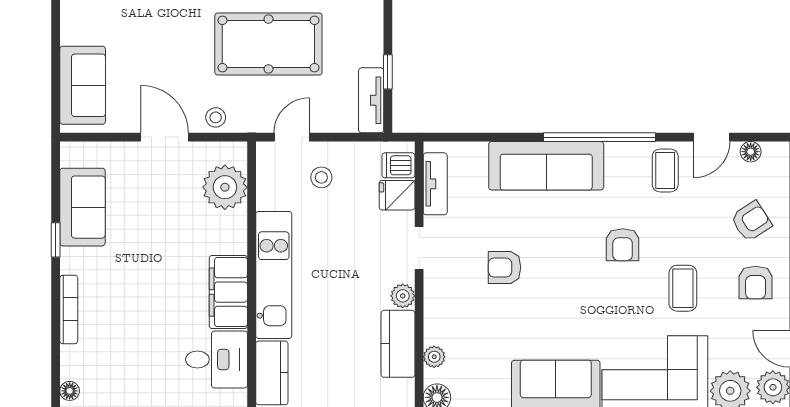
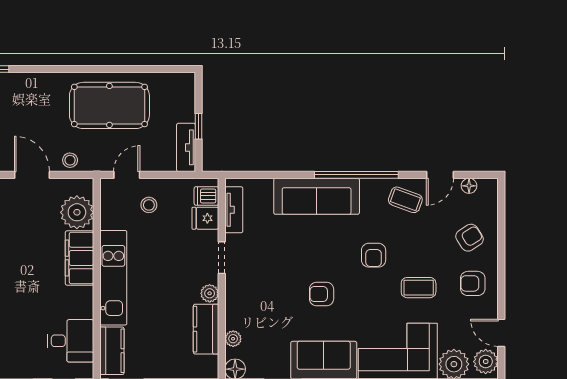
coffee table: (665, 171) -> (405, 200), turned -70
armchair: (505, 267) -> (322, 294), moved
armchair: (756, 283) -> (473, 283), turned 90
coffee table: (683, 288) -> (419, 288), turned 90
filing cabinet: (228, 292) -> (79, 258), moved

